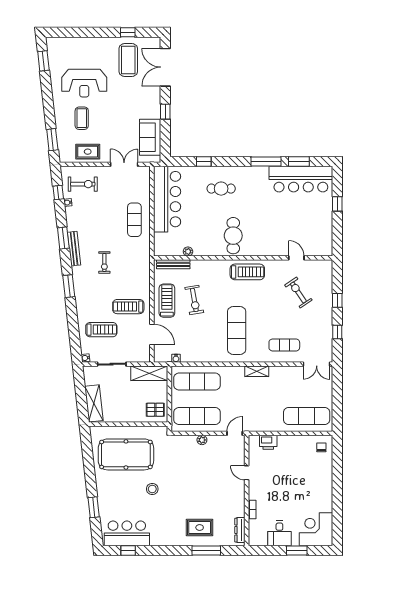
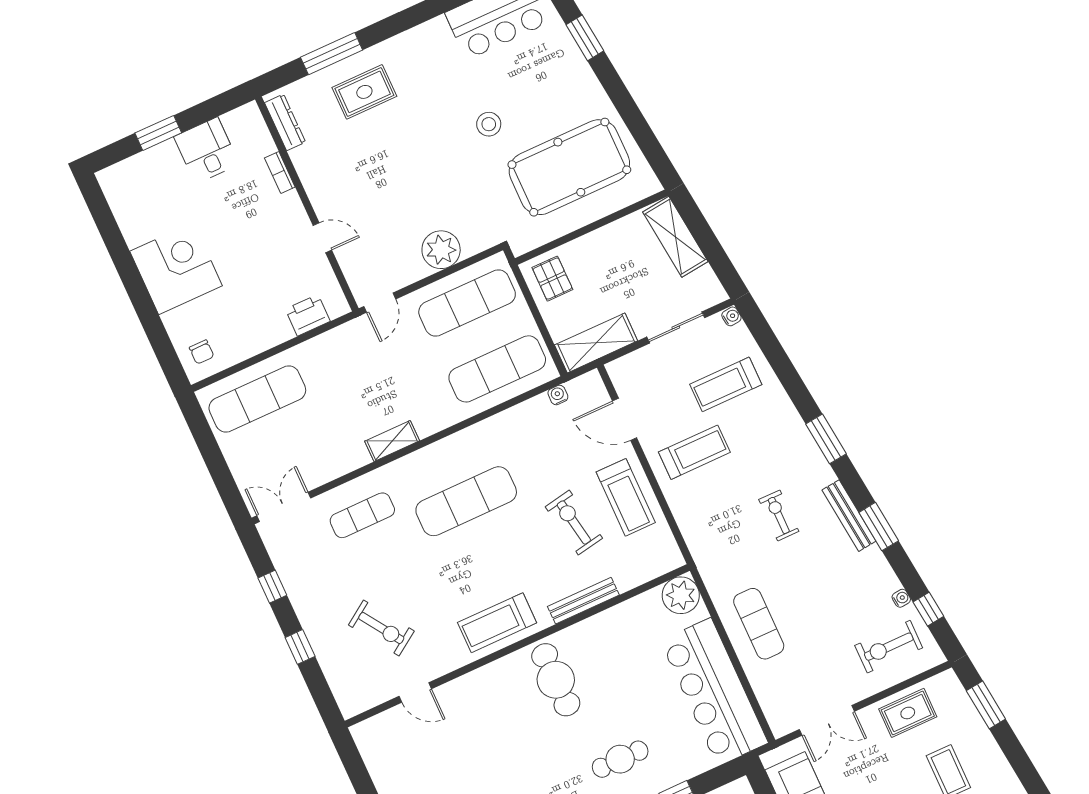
plant: (188, 252) -> (681, 595), moved, width x1.88, depth x1.88
bench: (173, 264) -> (583, 601), moved
exercise mat: (237, 330) -> (466, 501), turned 90
pallet: (155, 410) -> (552, 279), turned 90
plant: (202, 440) -> (441, 250), width x1.87, depth x1.87
corner desk: (316, 529) -> (176, 268), moved, turned -90

